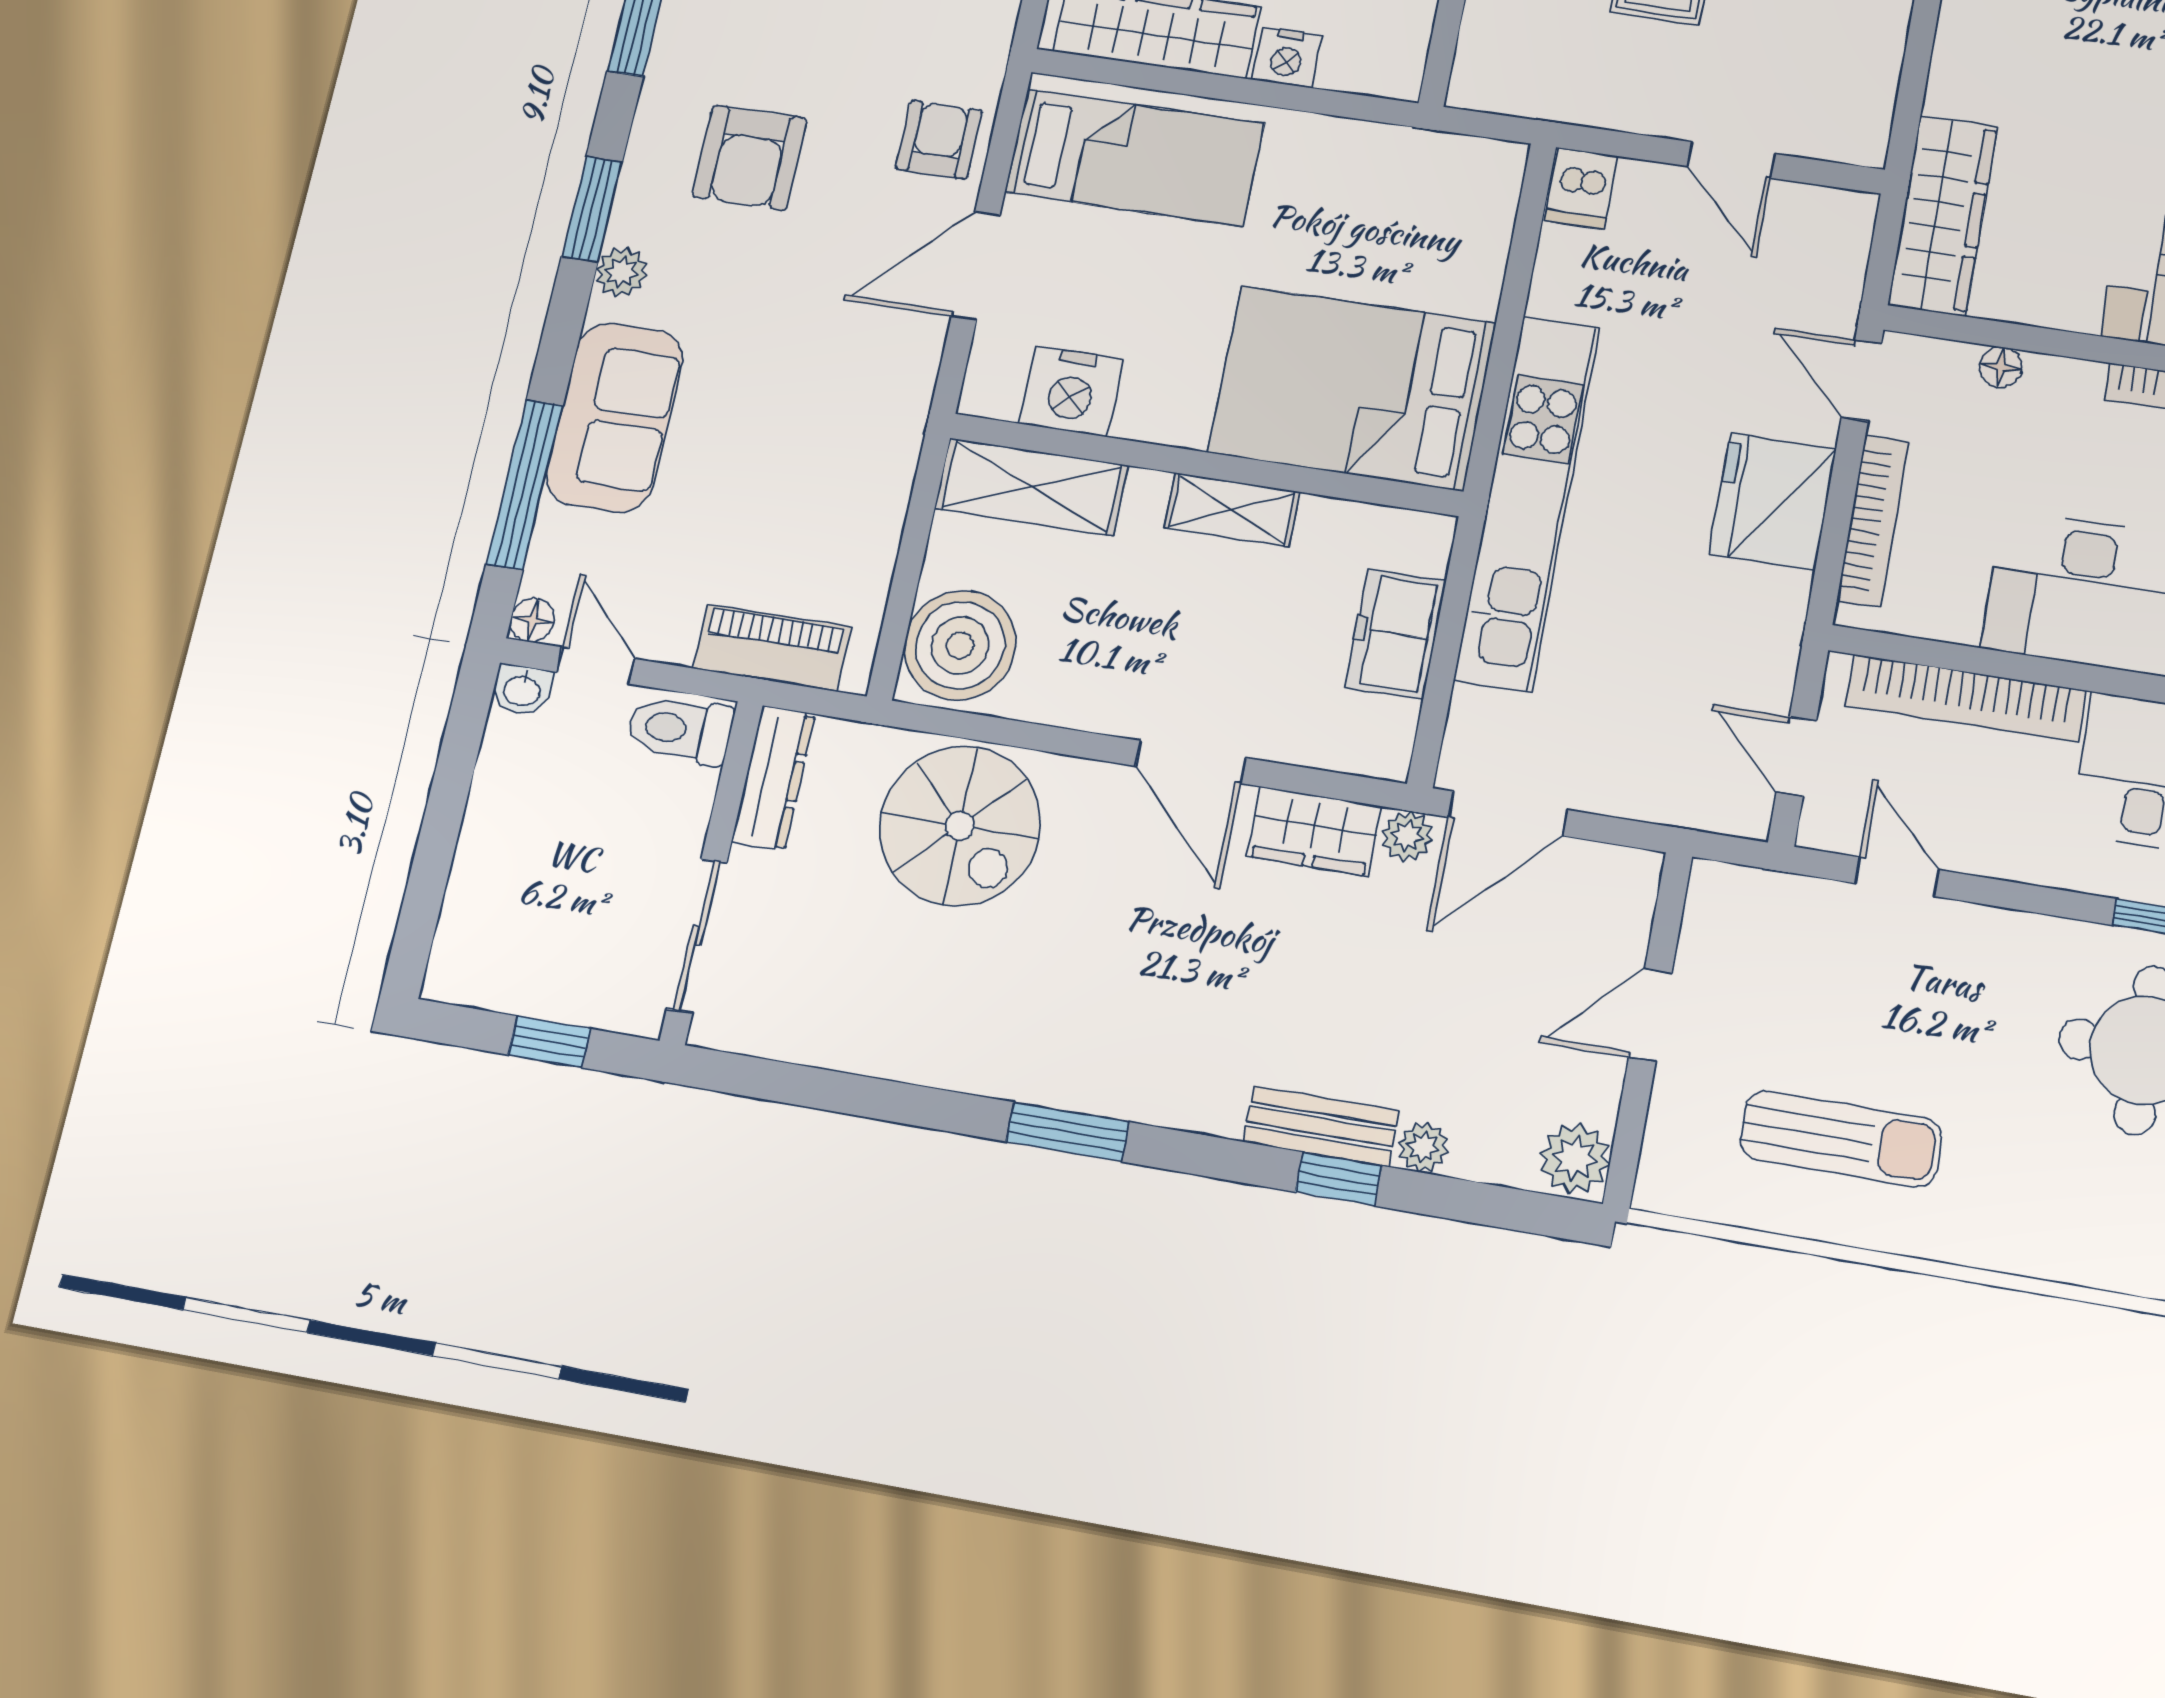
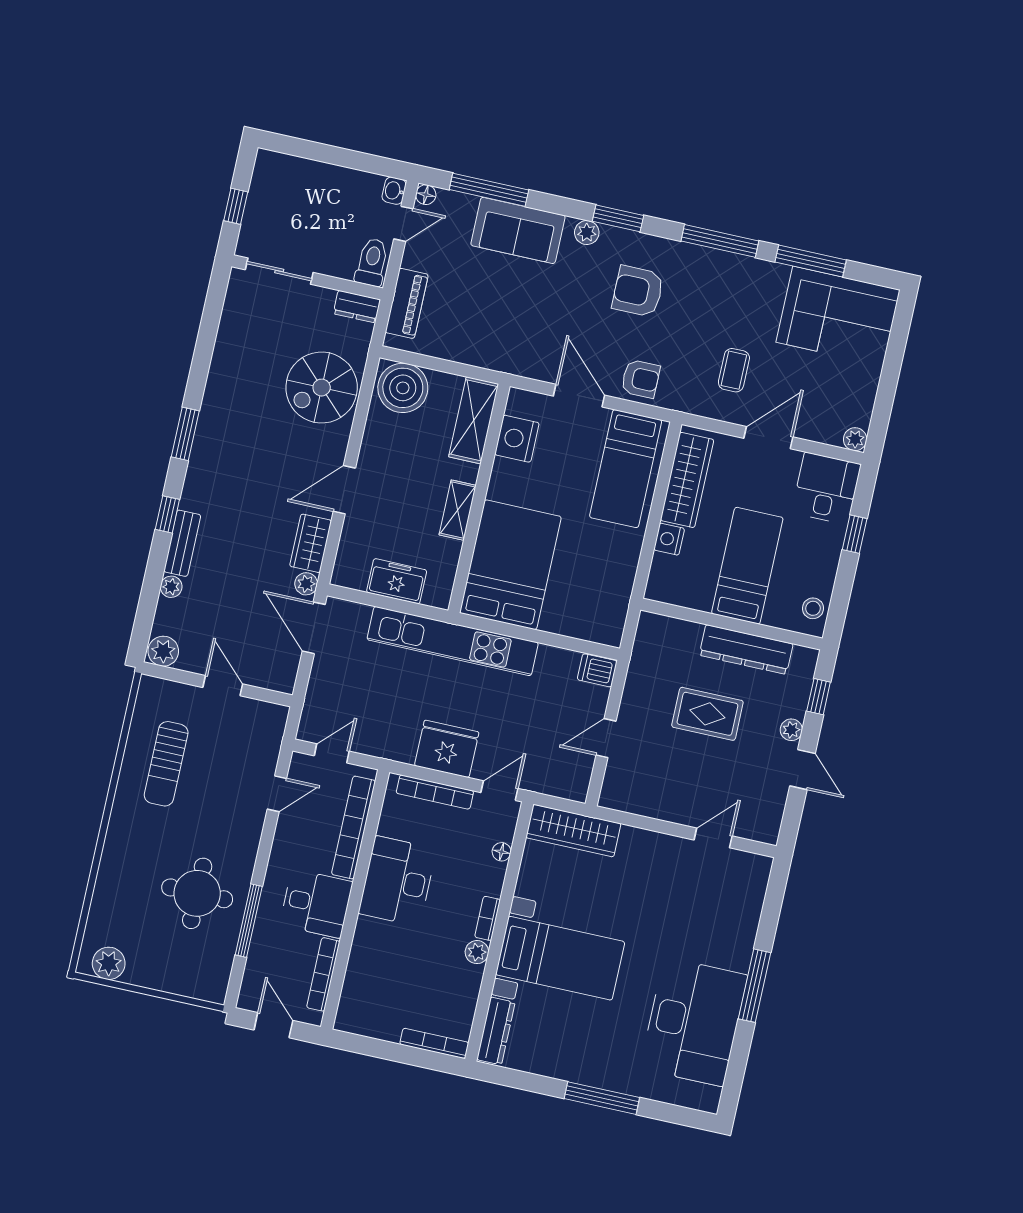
dresser: (773, 778) -> (357, 307), width x0.70
window: (1339, 1179) -> (167, 514), moved

